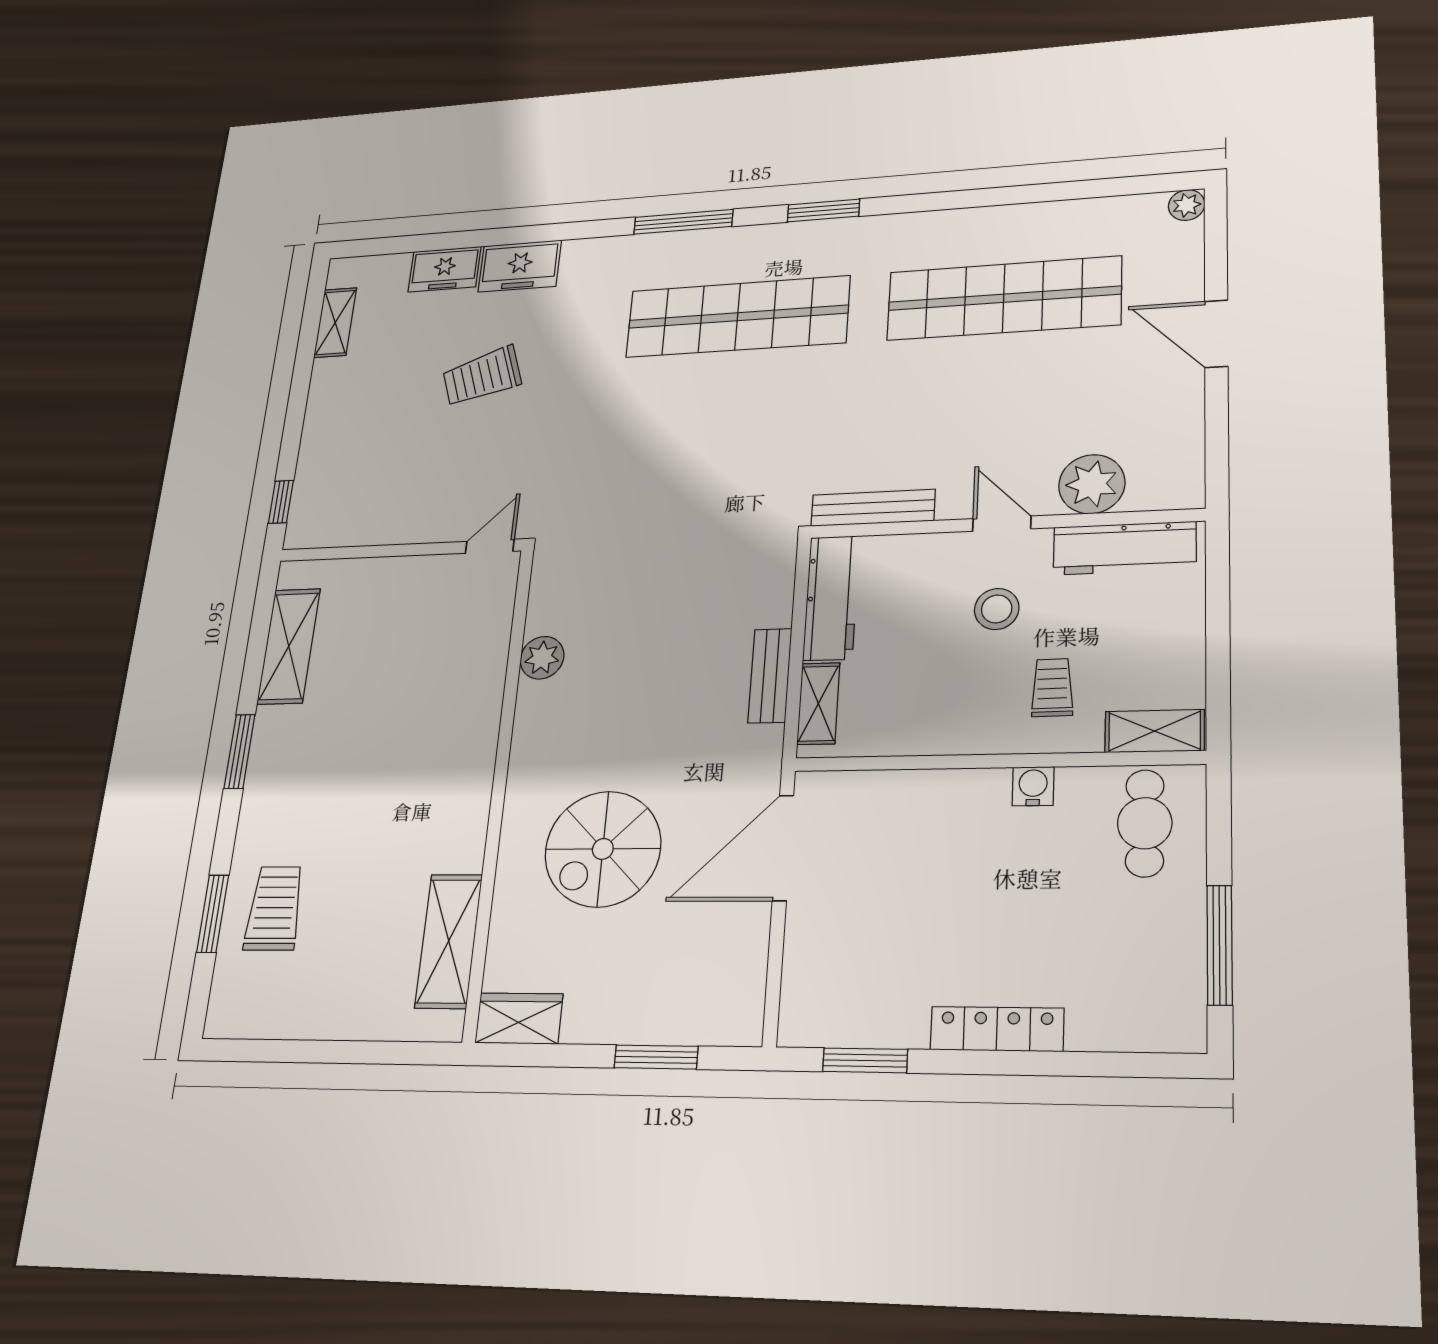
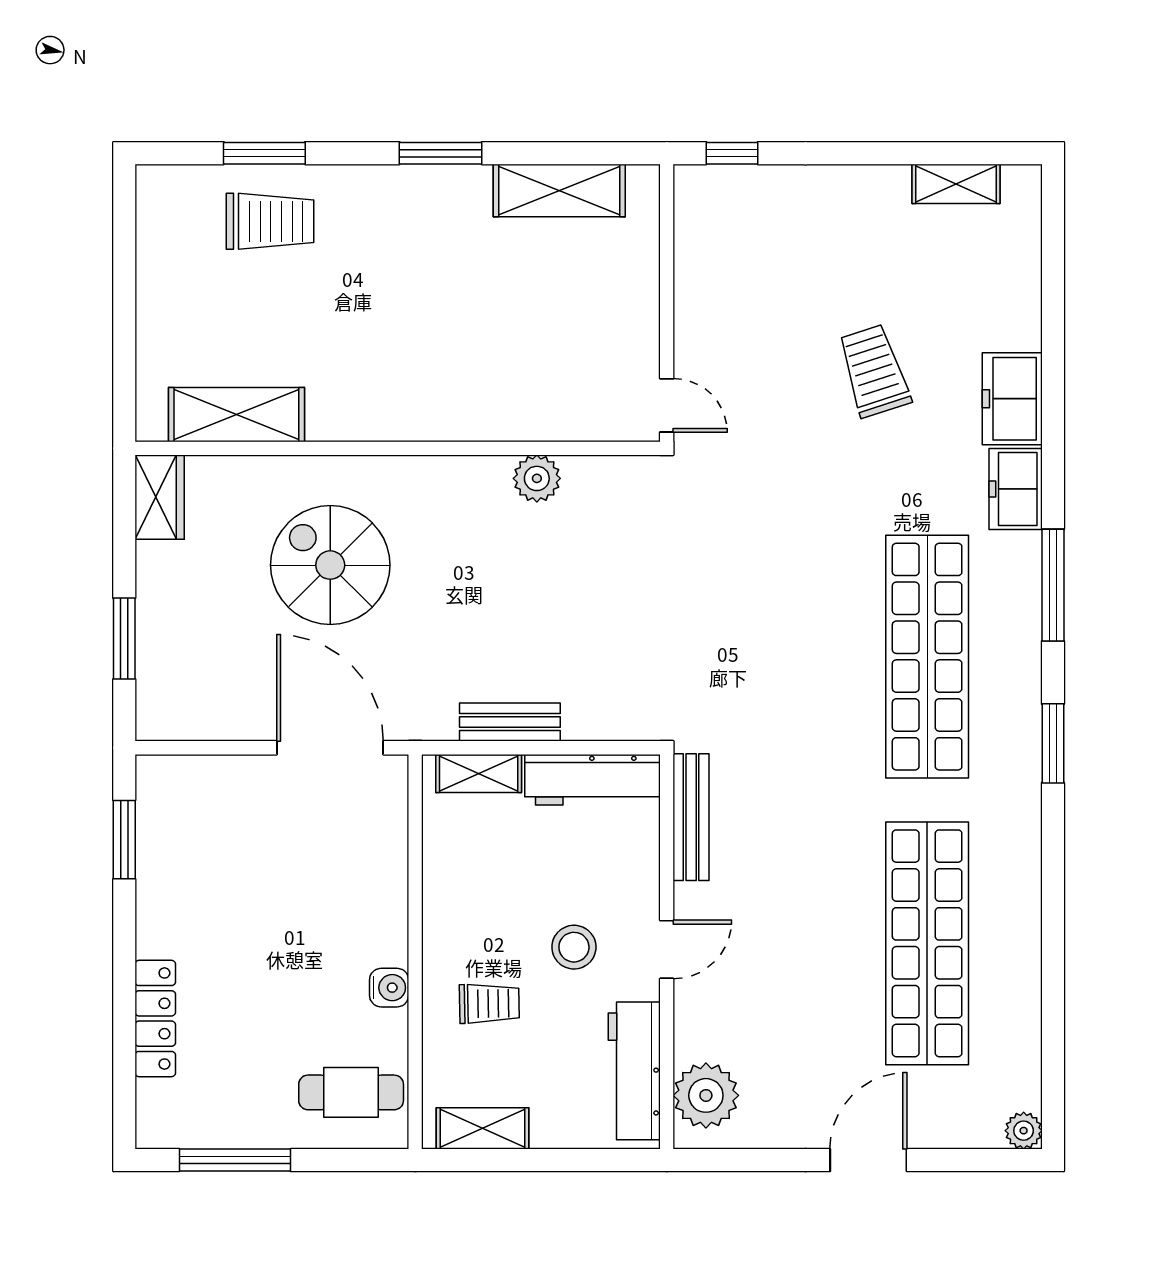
freezer: (445, 269) -> (1016, 489), moved
plant: (1092, 484) -> (706, 1095), moved
shelving: (1155, 731) -> (483, 1128), moved, turned 90
locker: (997, 1029) -> (155, 1019), moved

